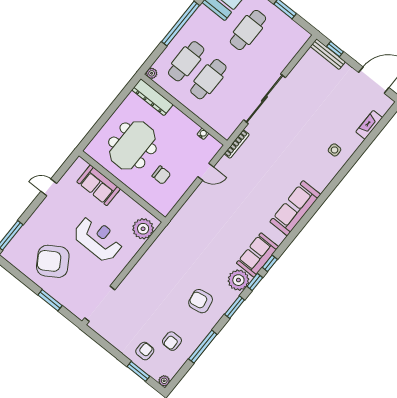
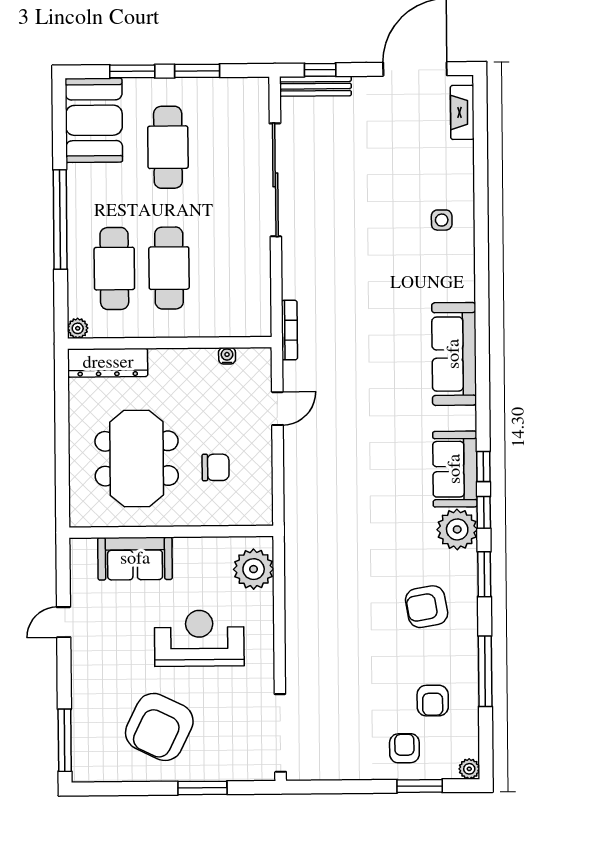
sliding door: (264, 99) -> (275, 180), moved
fireplace: (369, 125) -> (462, 112), moved
armchair: (53, 261) -> (159, 727), turned -32

